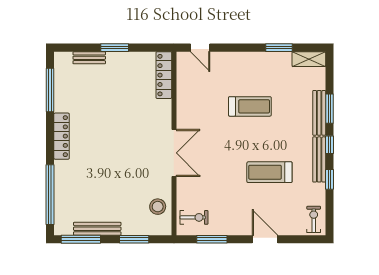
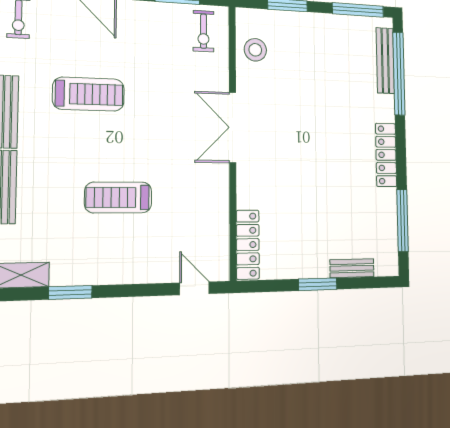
exercise bike: (194, 217) -> (203, 31), turned -90
bench: (97, 229) -> (385, 61), moved, turned 90

